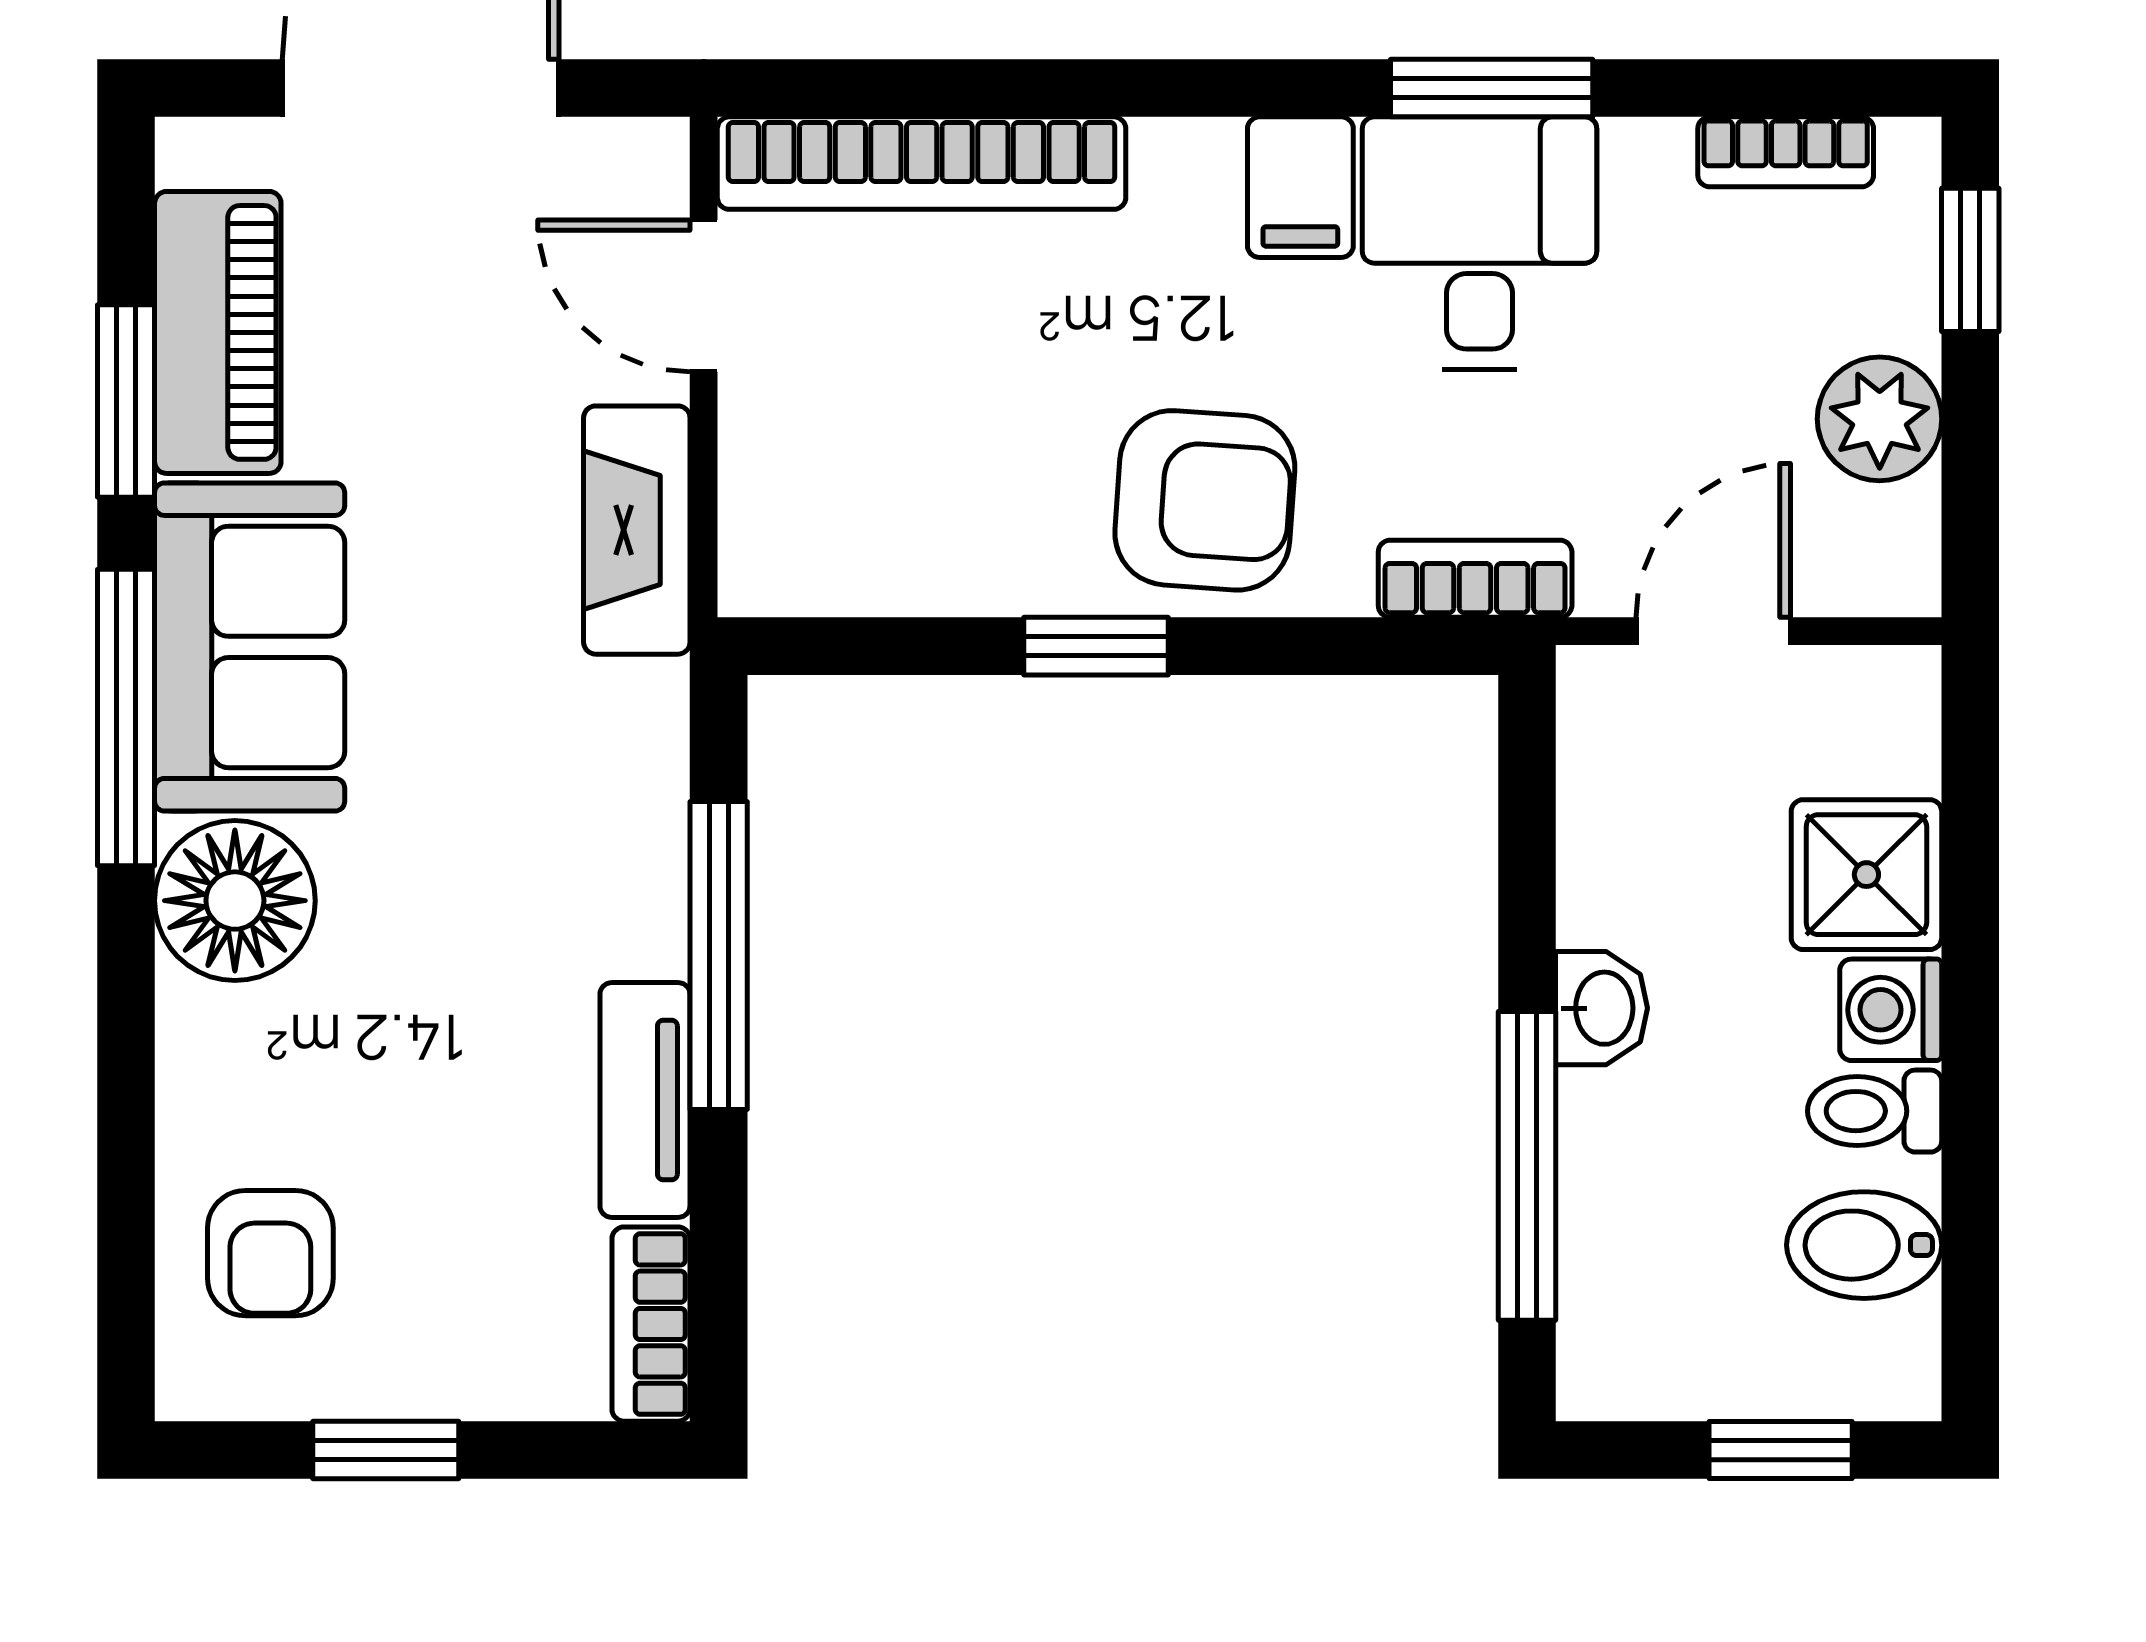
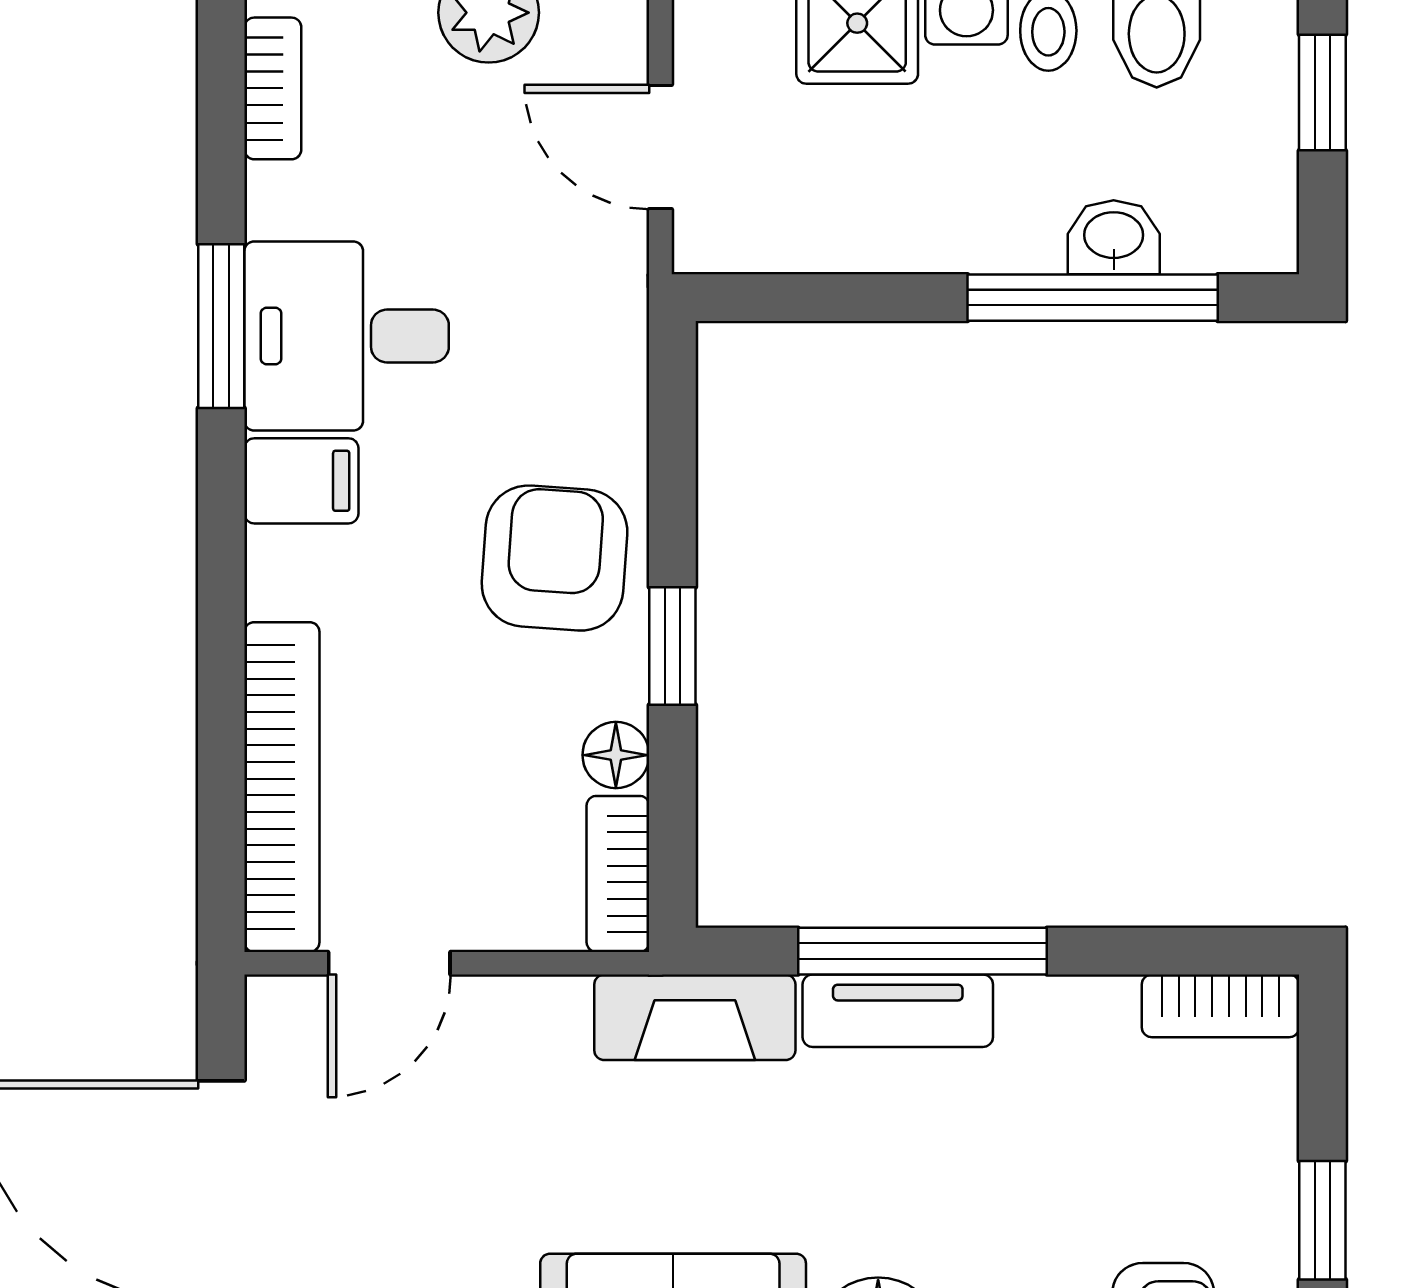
fireplace: (637, 530) -> (695, 1017), moved
floor lamp: (961, 576) -> (616, 755), added
bookcase: (1475, 579) -> (618, 874), moved
washbasin: (1602, 1008) -> (1114, 237), moved
tv unit: (645, 1100) -> (898, 1011), moved

